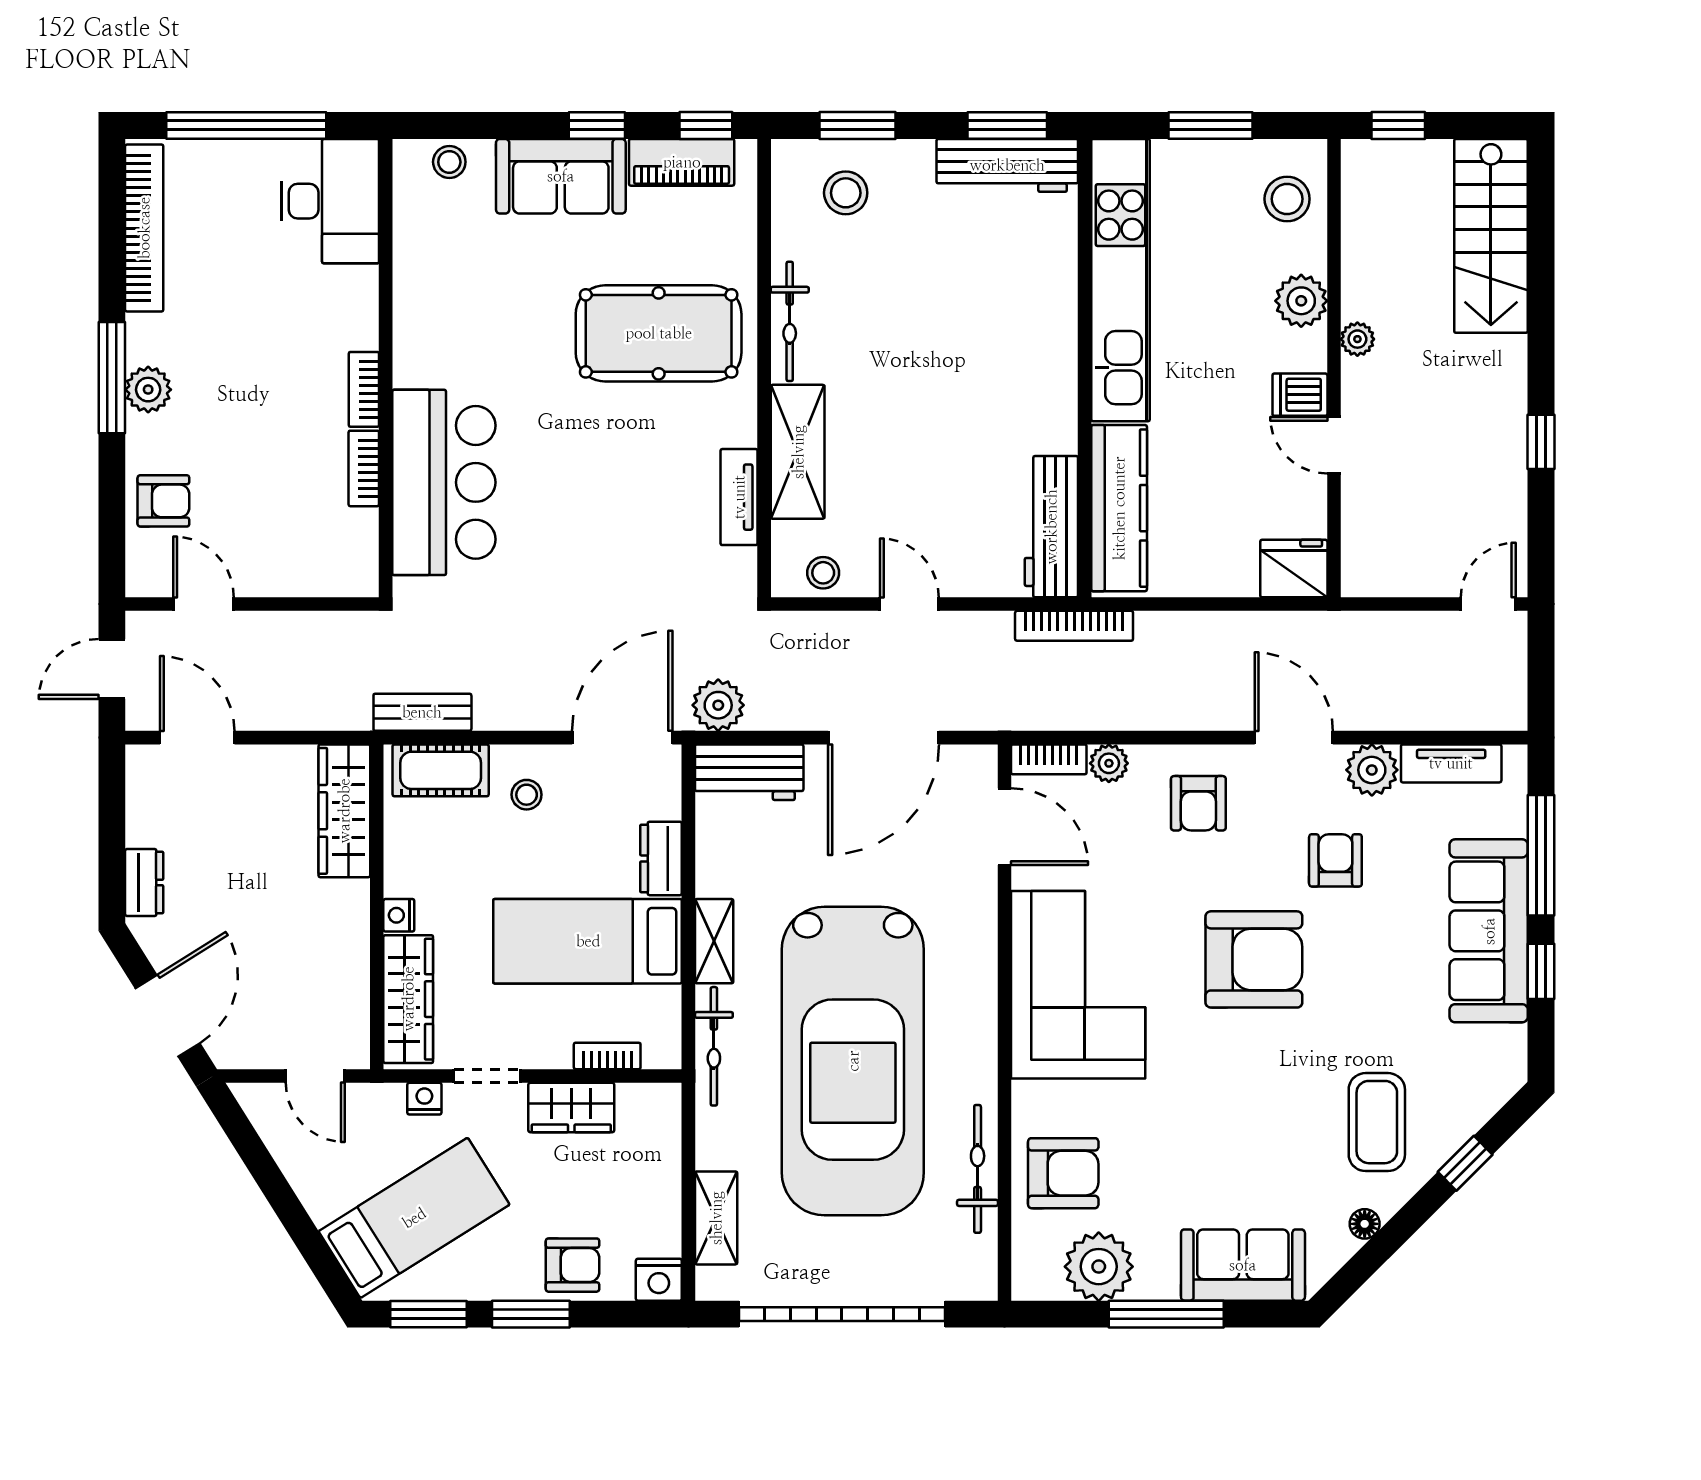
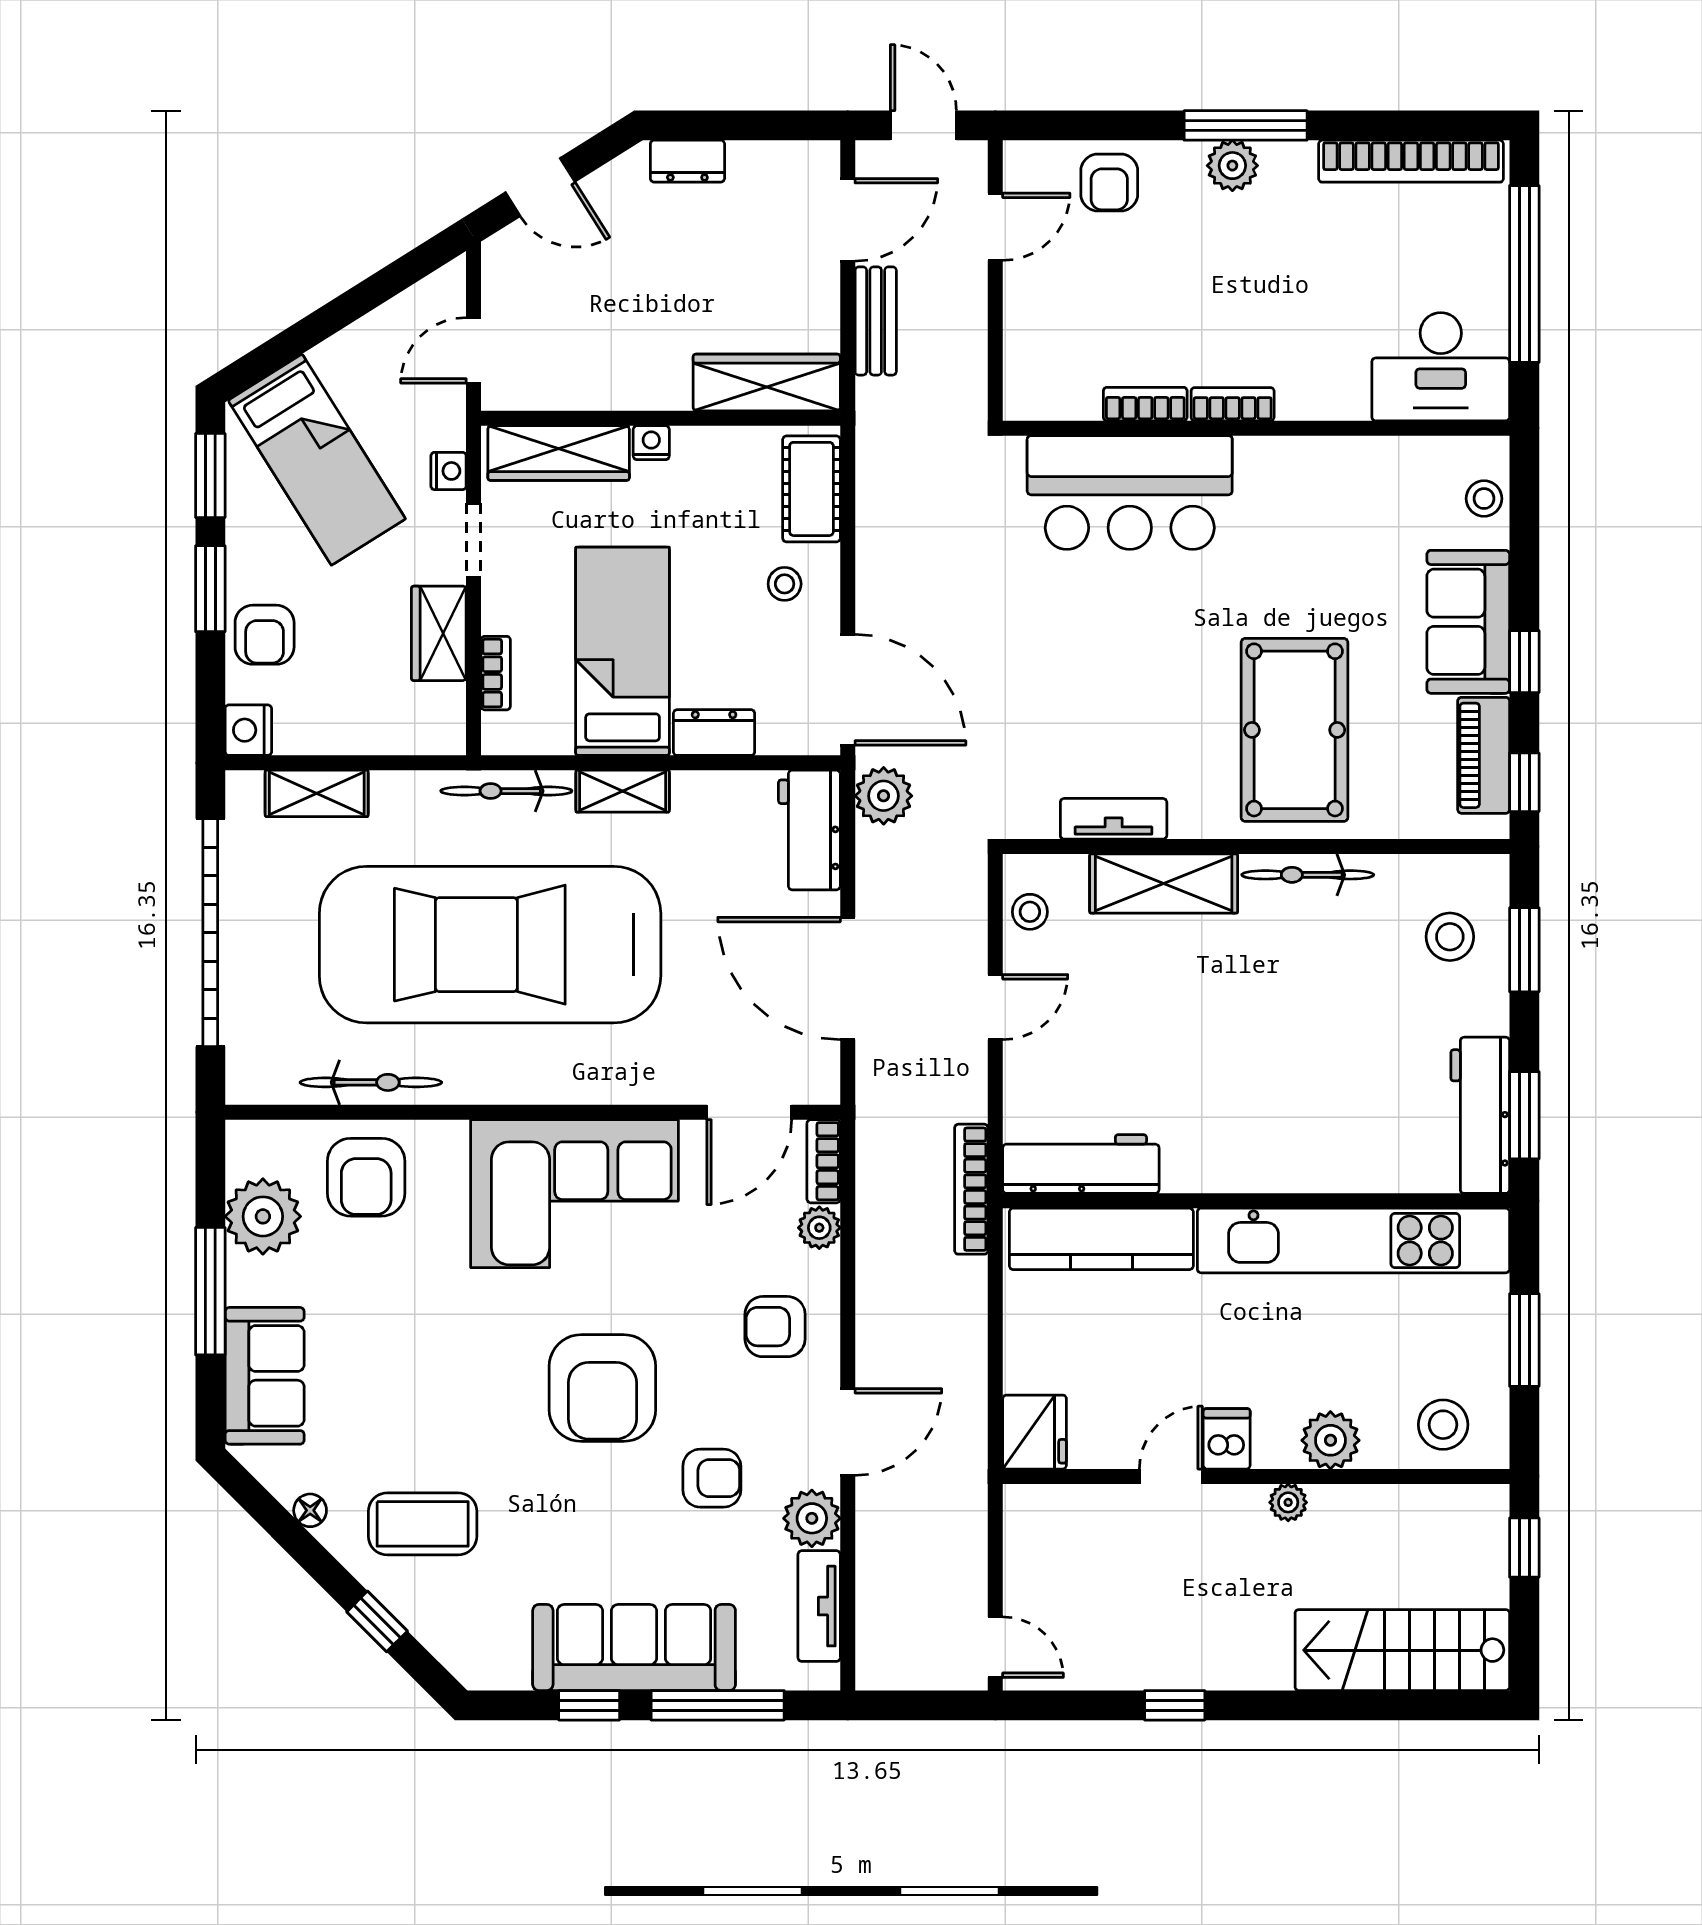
bench: (422, 712) -> (876, 321), moved
door: (168, 1016) -> (540, 187), width x0.73

